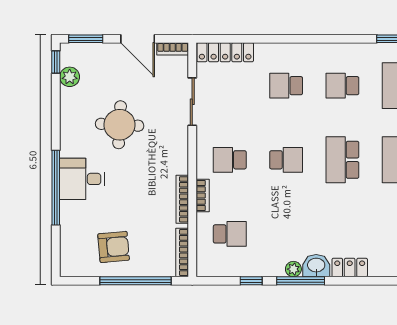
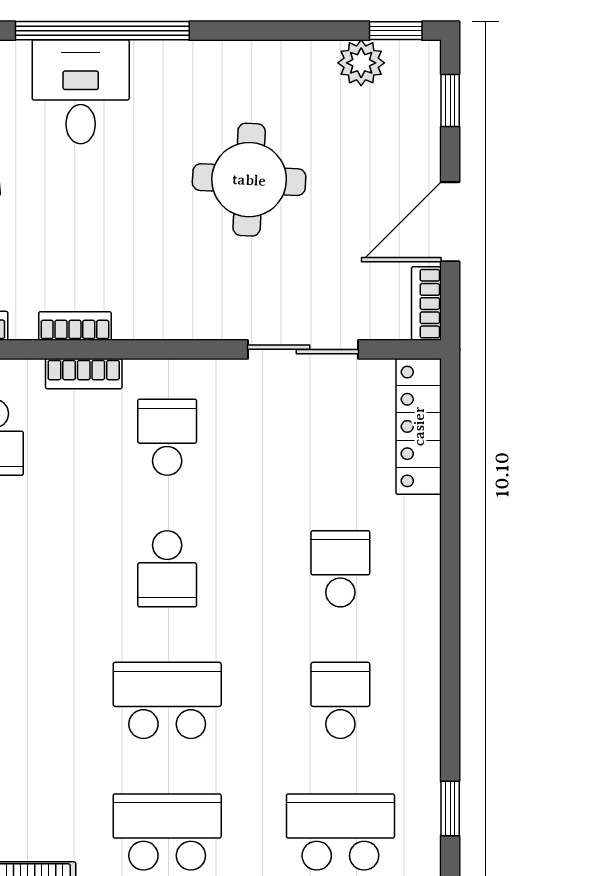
window: (86, 39) -> (450, 100), width x0.67
desk: (82, 179) -> (81, 92), moved
bookcase: (182, 199) -> (75, 326), width x0.64

